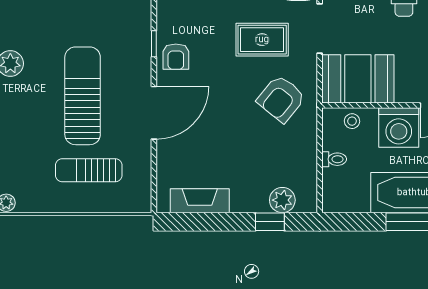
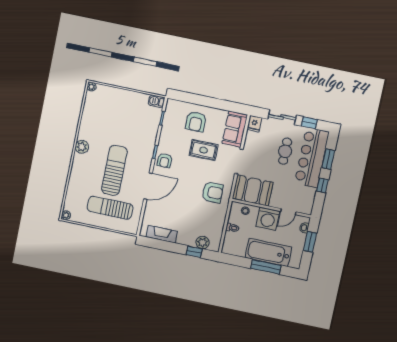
rug: (262, 40) -> (204, 150), moved
armchair: (281, 99) -> (212, 192), turned -129
sun lounger: (89, 170) -> (110, 208), width x1.36, depth x1.34

